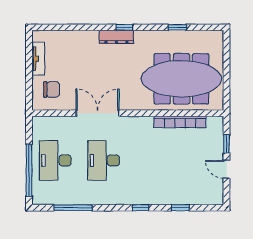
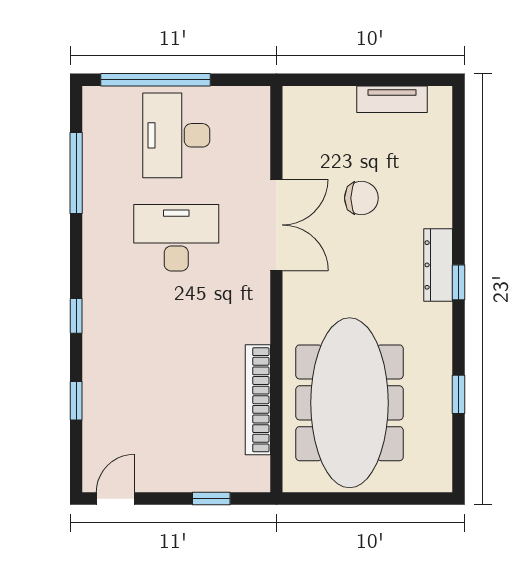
chair: (52, 89) -> (361, 198), moved, turned -90
desk: (55, 160) -> (176, 135), turned -90
door: (227, 169) -> (116, 499), moved

